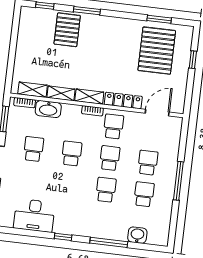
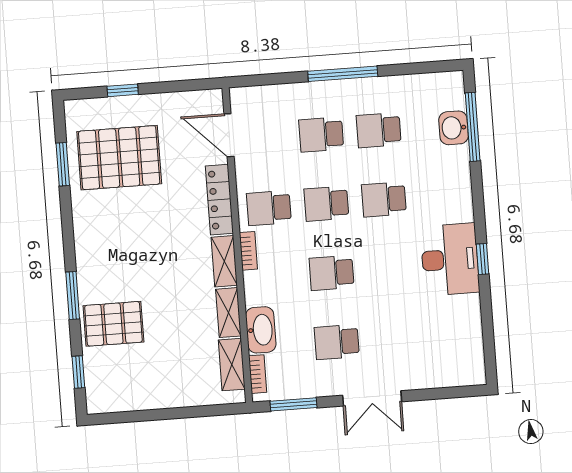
desk: (34, 215) -> (450, 259), moved
window: (109, 242) -> (473, 127), moved

